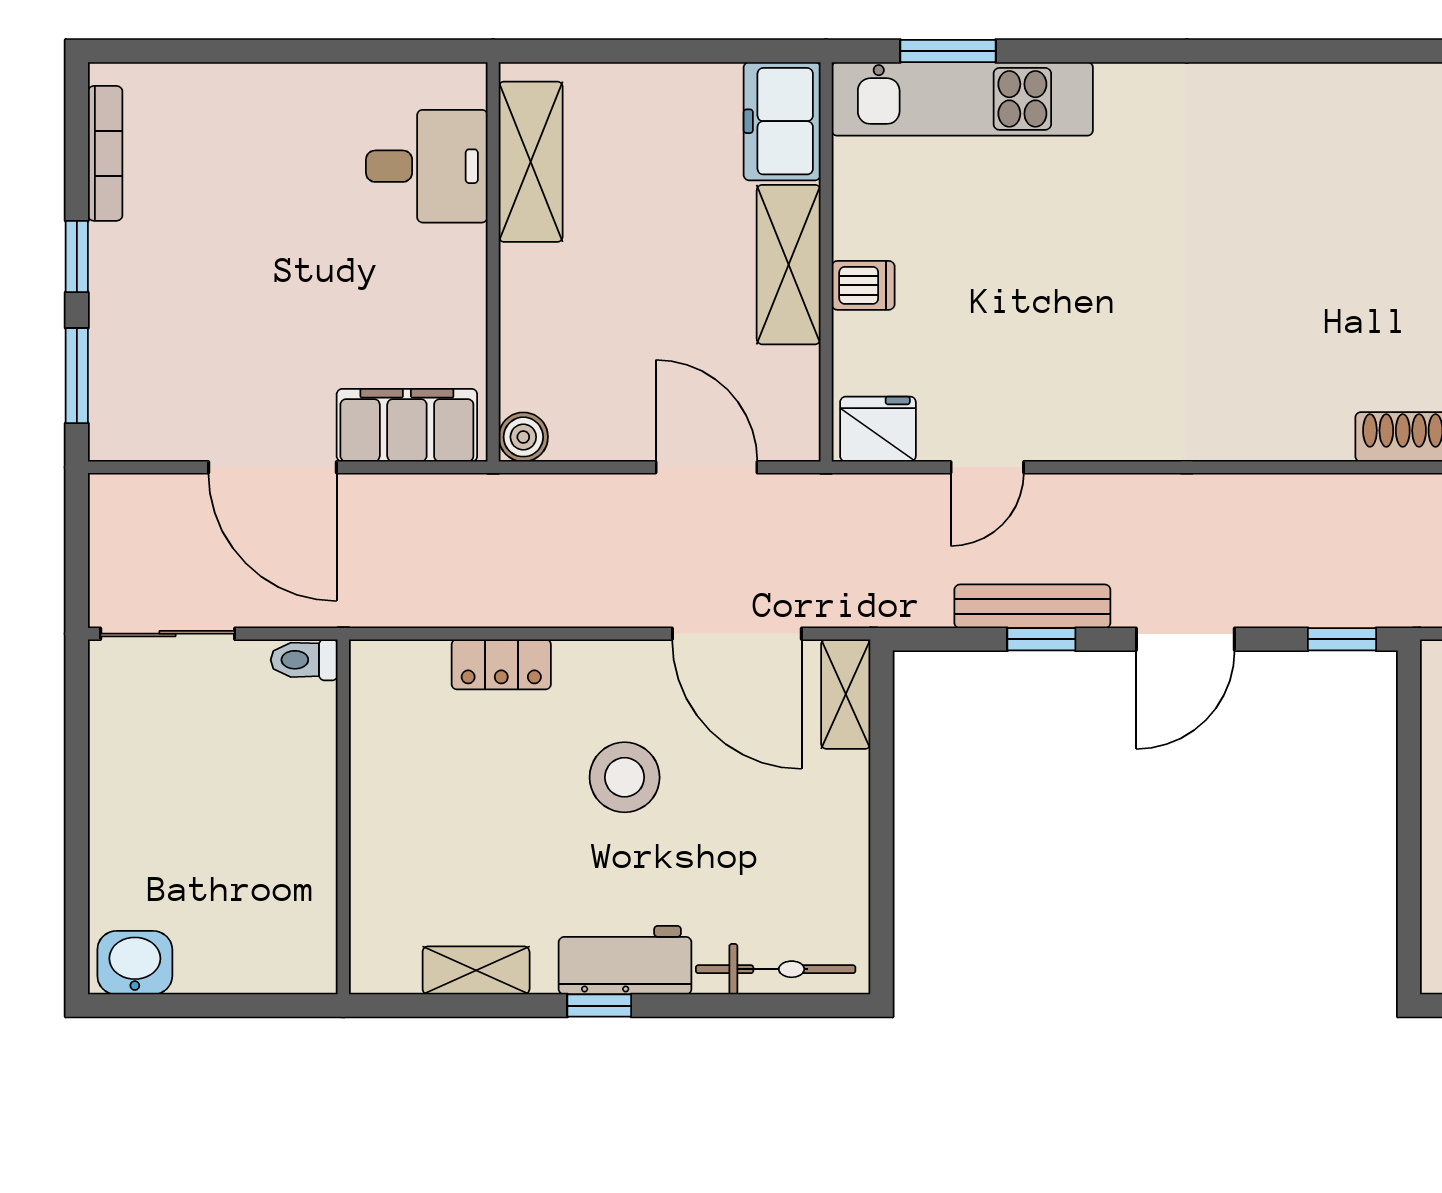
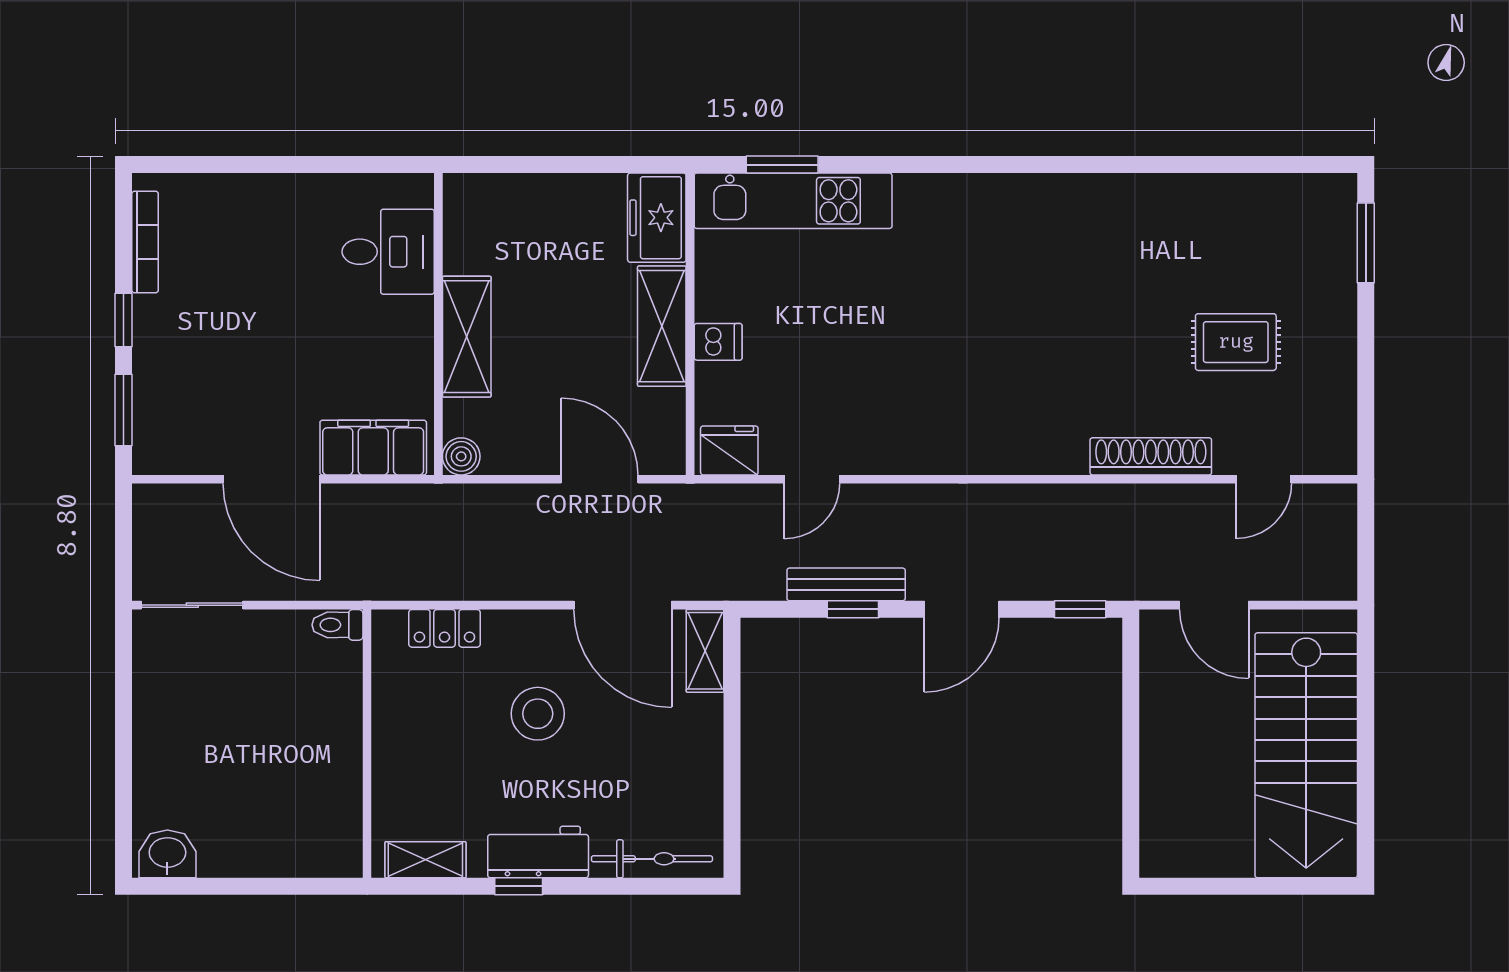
shelving: (531, 162) -> (467, 337), moved
toilet: (304, 660) -> (337, 625), moved
wall: (343, 817) -> (367, 744), moved

